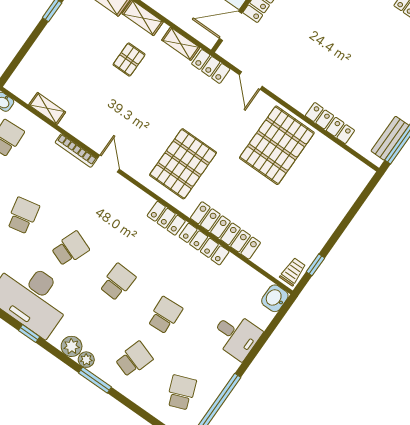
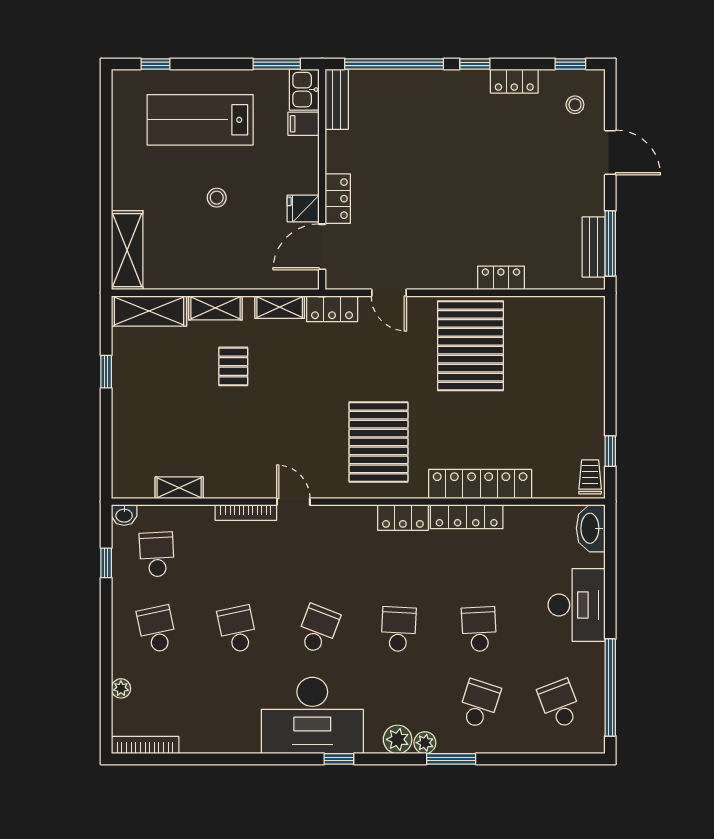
locker: (330, 123) -> (501, 278), width x0.66
washbasin: (275, 298) -> (591, 528), width x1.38
desk: (236, 336) -> (577, 605), width x1.37

